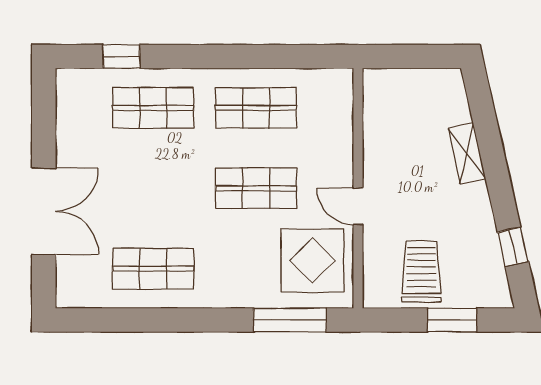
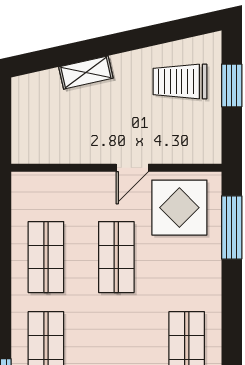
window: (513, 247) -> (168, 32), removed
trolley: (421, 271) -> (180, 82), moved

